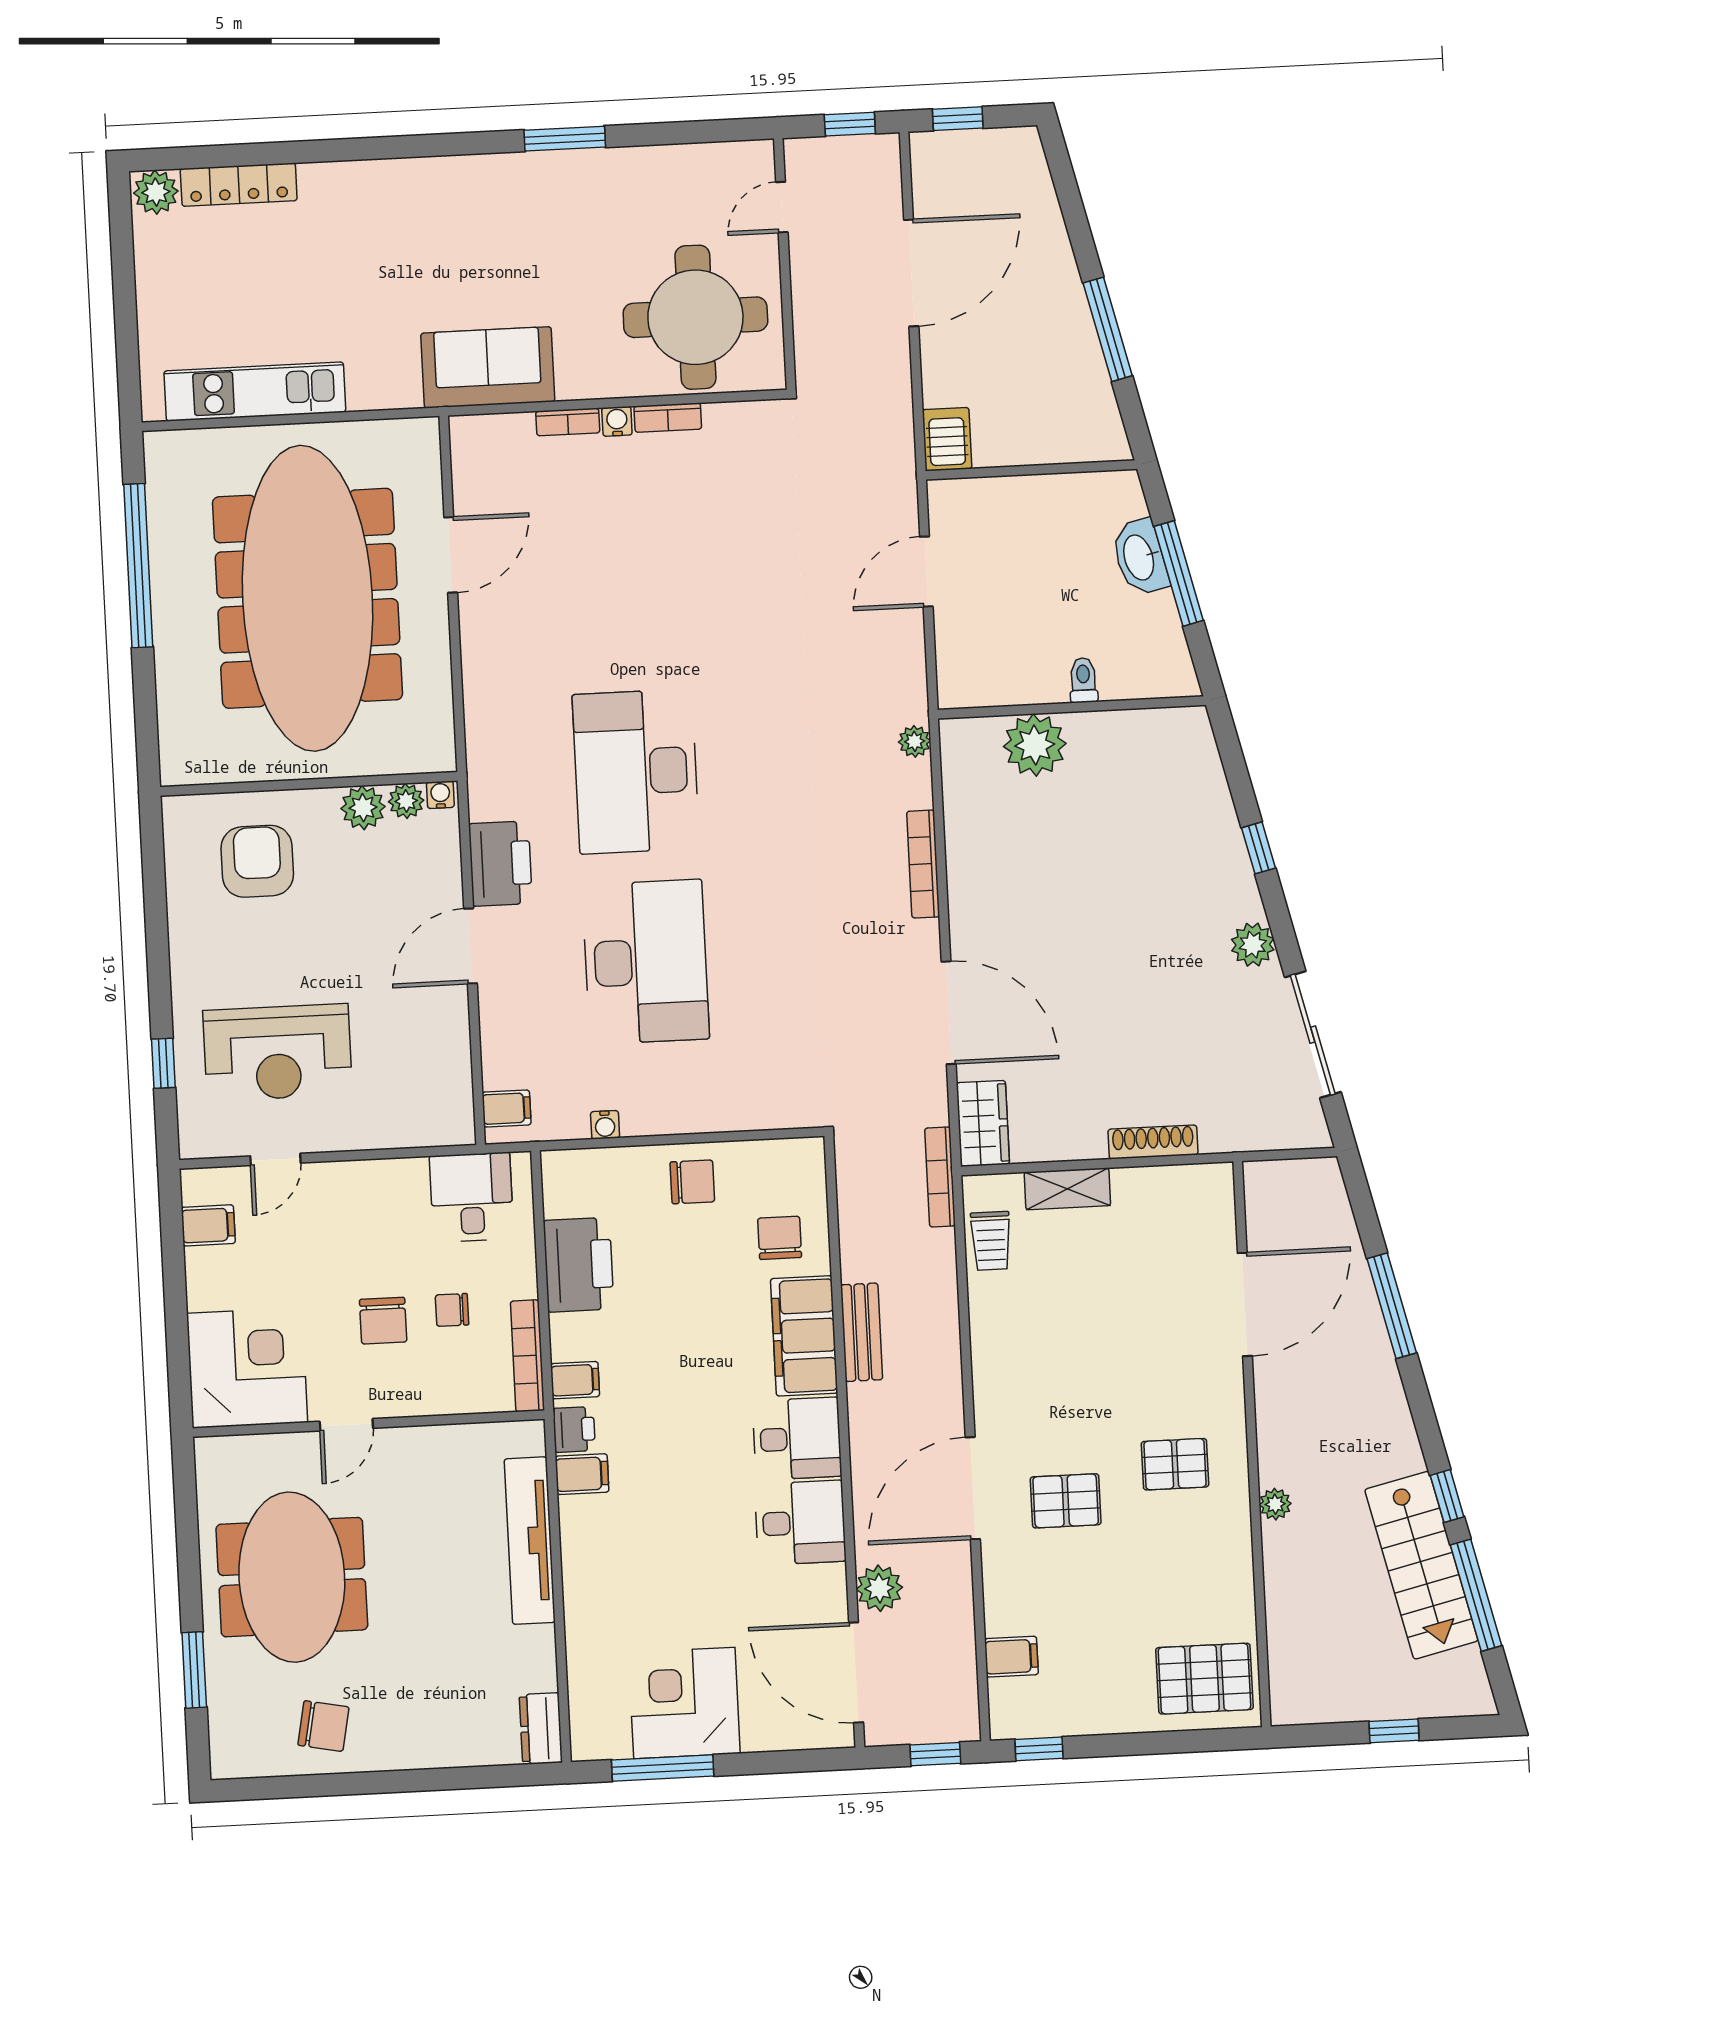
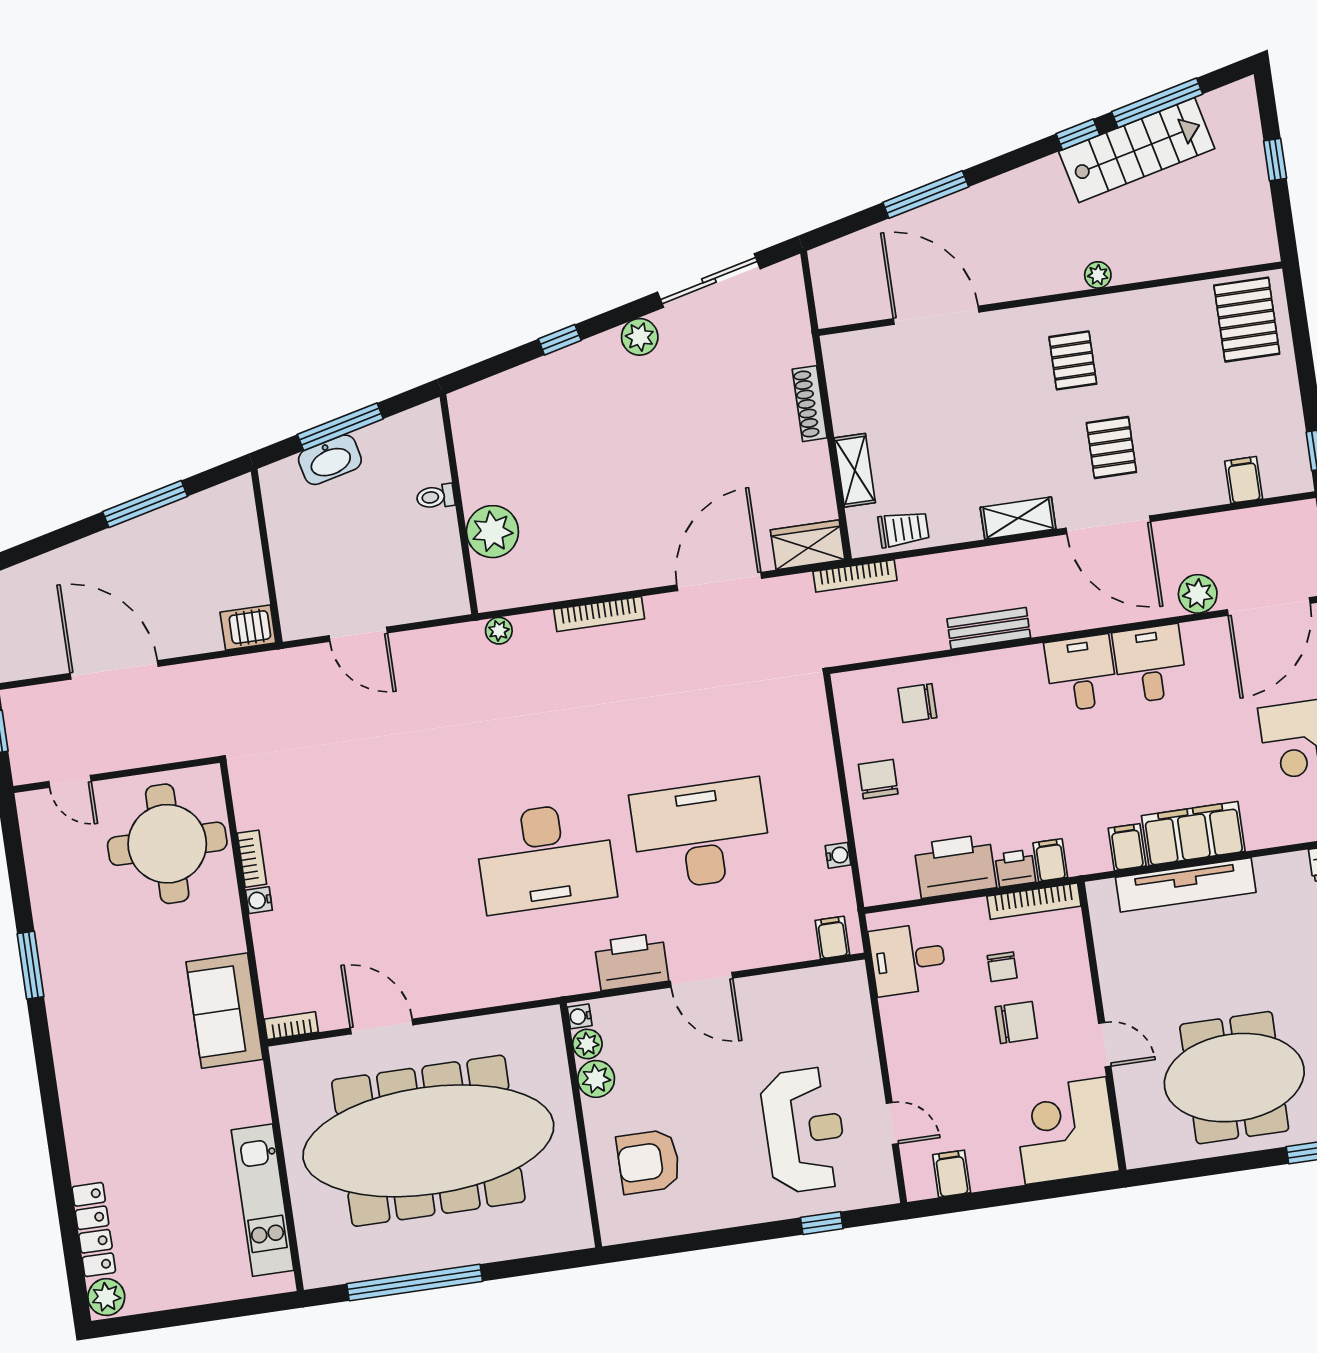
bookcase: (568, 422) -> (291, 1026), moved, turned -90
filing cabinet: (804, 1336) -> (1193, 833), moved, turned 180
shelving: (991, 1380) -> (1018, 518), added
printer: (574, 1429) -> (1015, 868), moved

